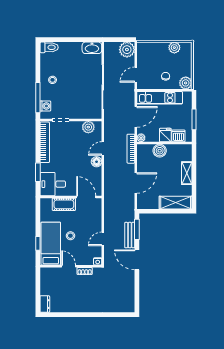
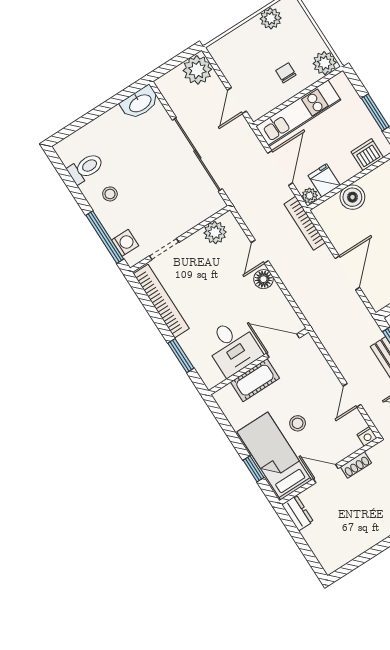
toilet: (49, 47) -> (86, 168), moved
fridge: (165, 135) -> (324, 180), moved
desk: (53, 184) -> (233, 347), moved, turned -90
dresser: (45, 304) -> (297, 513), moved

